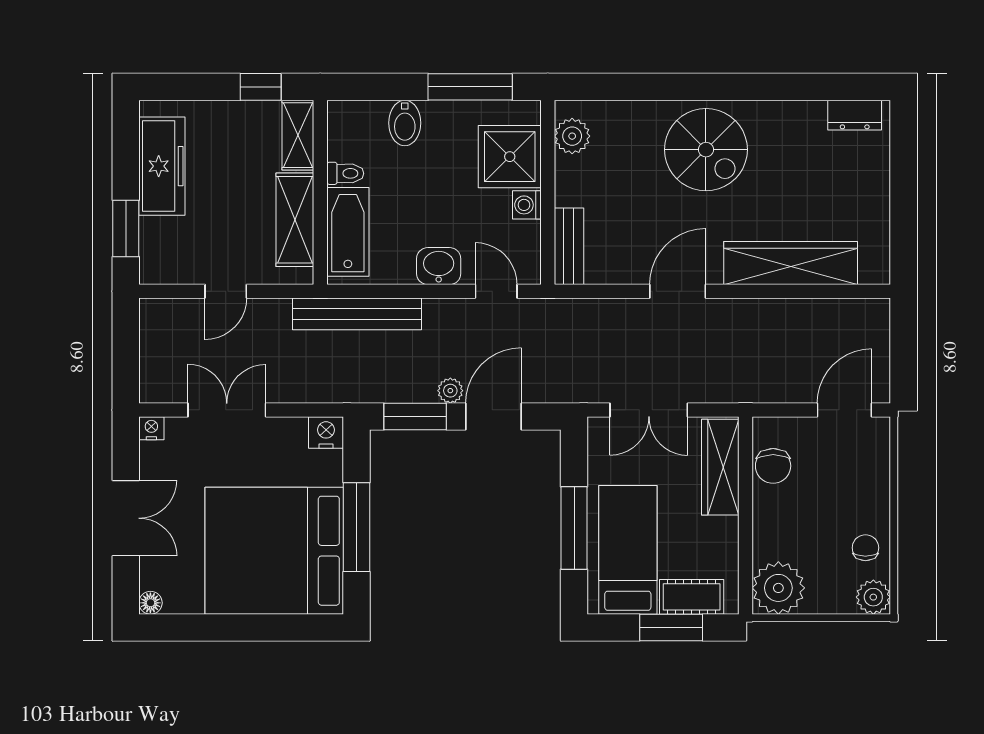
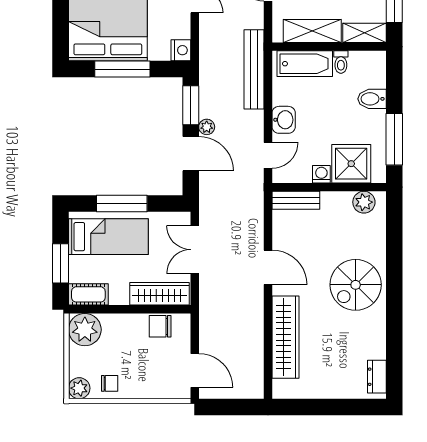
cot: (692, 597) -> (88, 294), moved, turned 90

